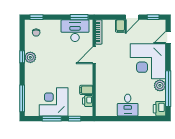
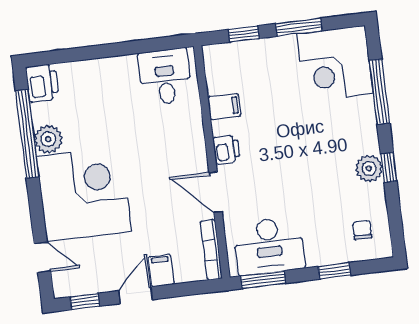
window: (36, 17) -> (334, 271), moved
door: (168, 37) -> (42, 257), hinge flipped
door: (94, 55) -> (216, 192), swing flipped
window: (22, 98) -> (379, 92), moved
printer: (88, 101) -> (226, 150), moved
corner desk: (54, 102) -> (335, 64), moved, turned 90
desk: (128, 105) -> (165, 77), moved

